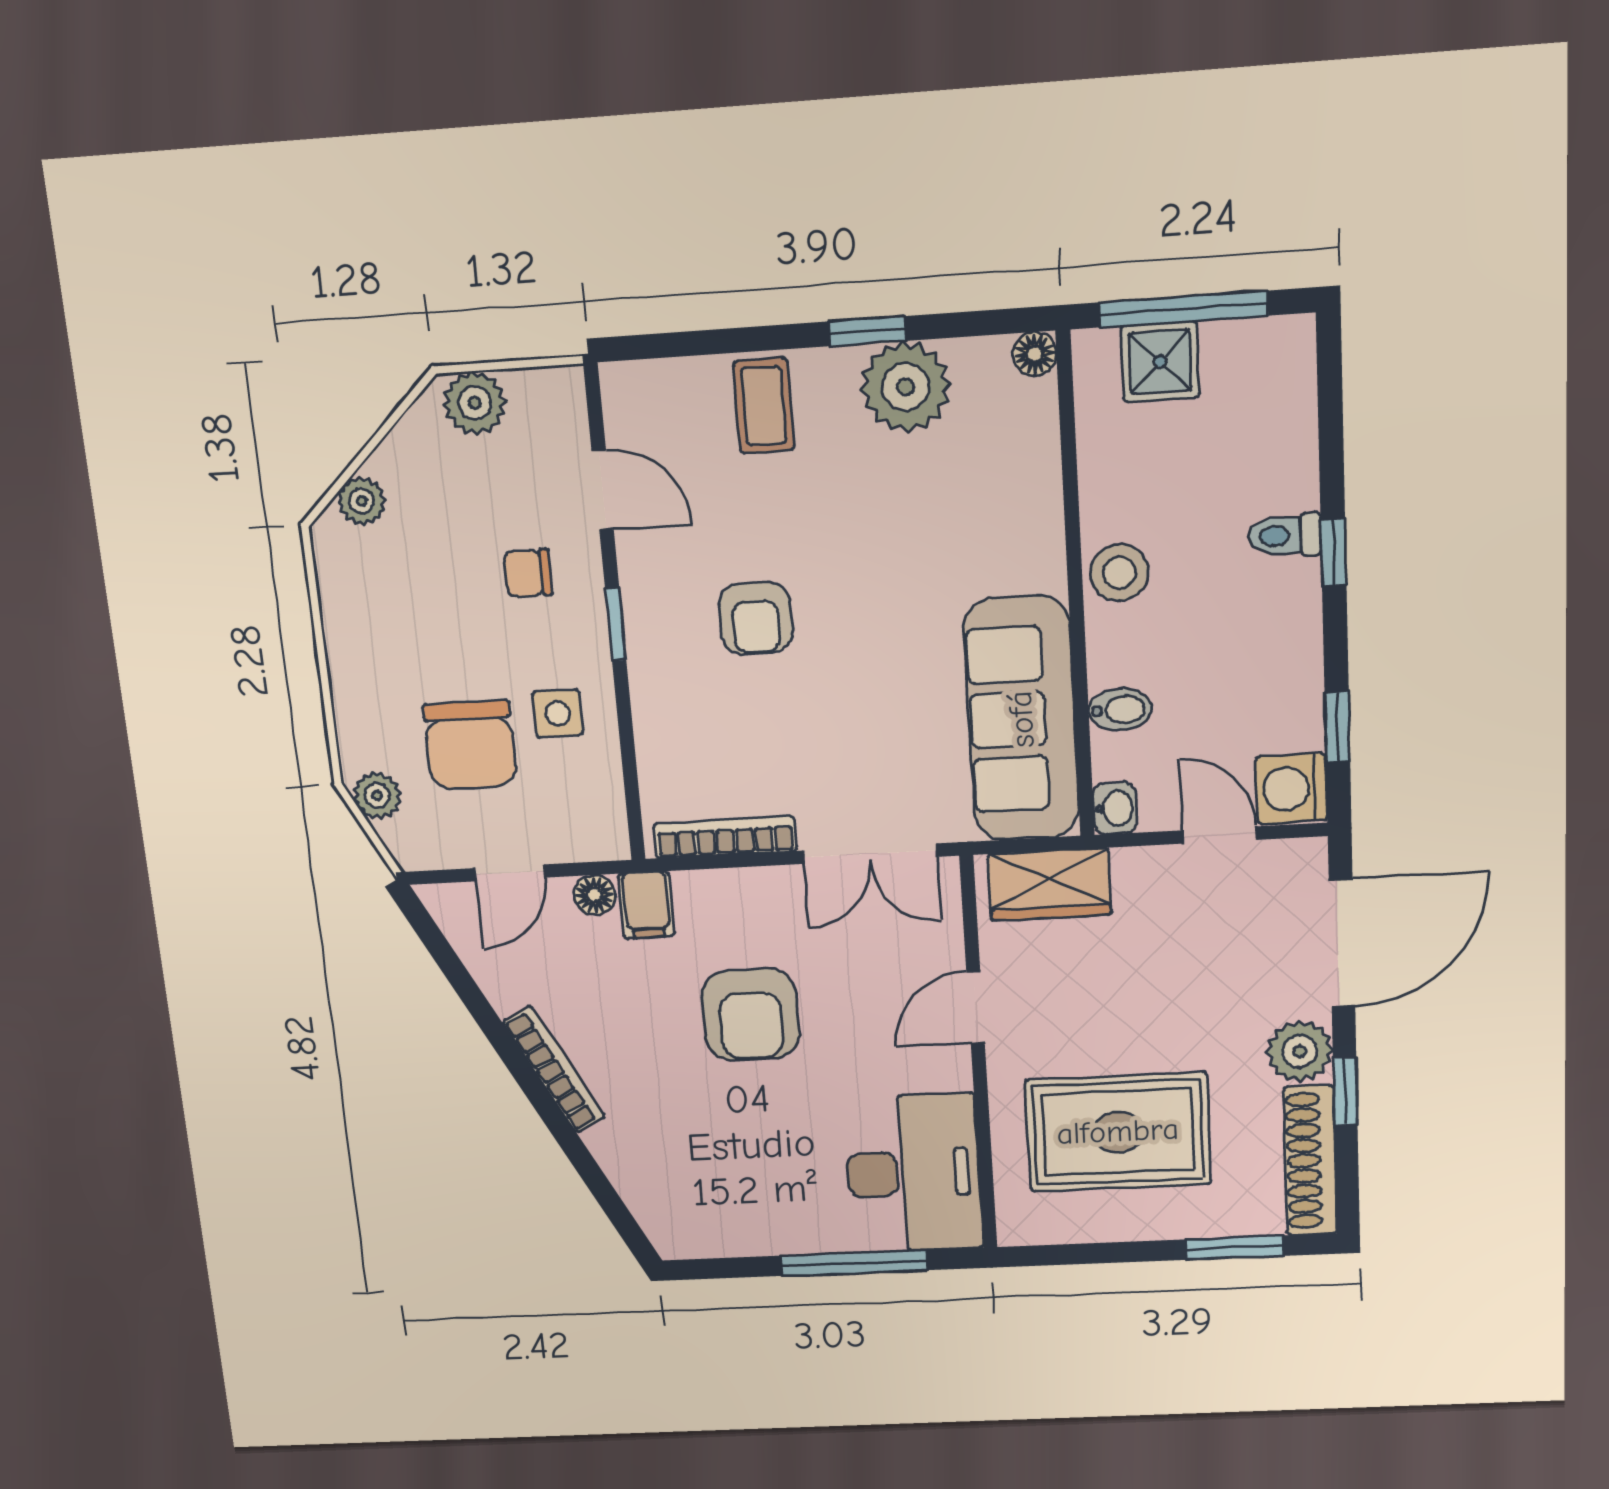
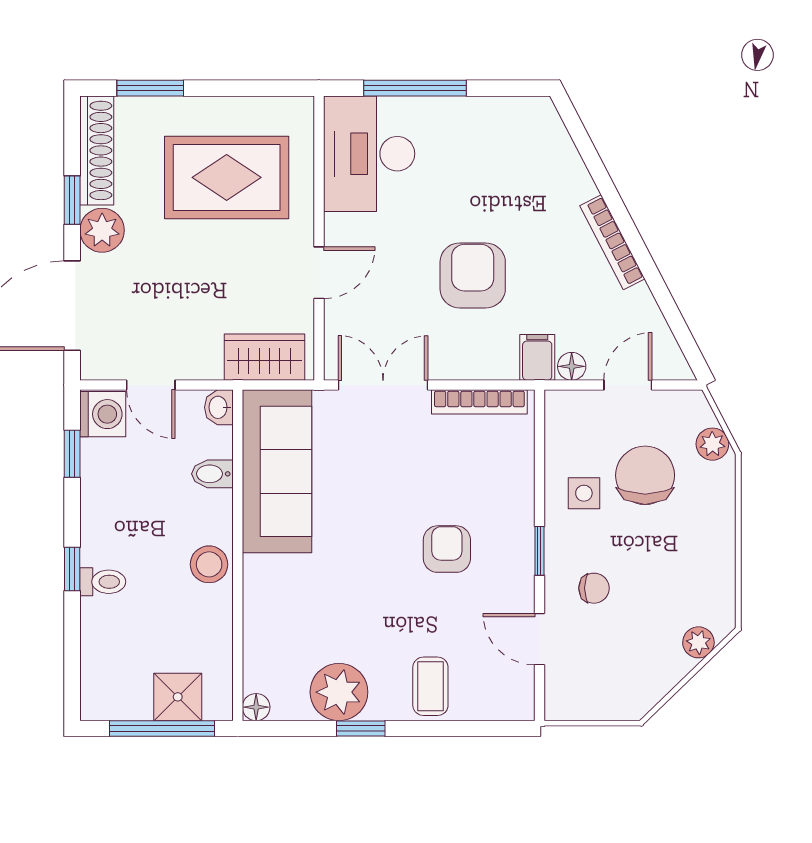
plant: (475, 403) -> (617, 700), removed

